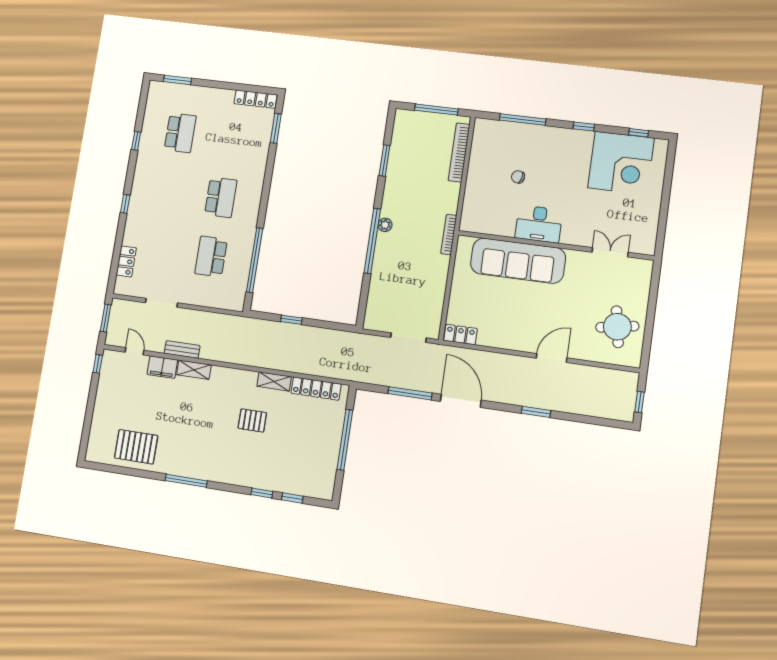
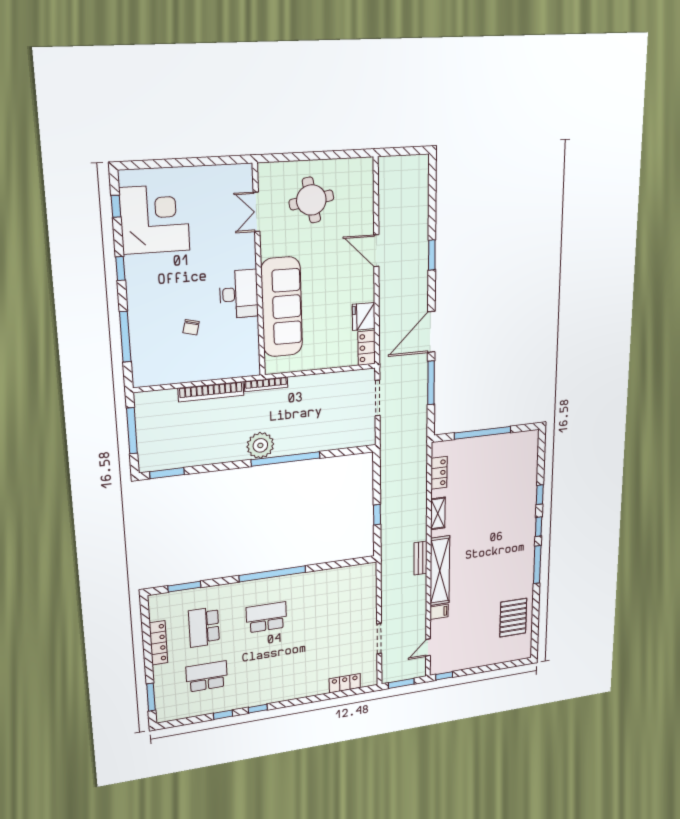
locker: (256, 99) -> (159, 643), moved
bookcase: (459, 153) -> (211, 392), moved
window: (384, 160) -> (167, 473), moved
window: (125, 204) -> (258, 709), moved
plant: (385, 225) -> (260, 445), width x1.87, depth x1.87
school desk: (211, 256) -> (204, 627), moved, turned 90
window: (255, 260) -> (272, 574), moved
round table: (617, 327) -> (311, 200), moved
fridge: (491, 336) -> (364, 316), added
bench: (182, 350) -> (420, 558), moved
filing cabinet: (162, 367) -> (439, 612), width x0.50
shelving: (194, 370) -> (440, 571), width x2.20, depth x1.33
locker: (316, 389) -> (439, 473), width x0.66
window: (640, 402) -> (407, 151), removed
pallet: (252, 420) -> (476, 523), removed
window: (292, 498) -> (539, 527), moved

